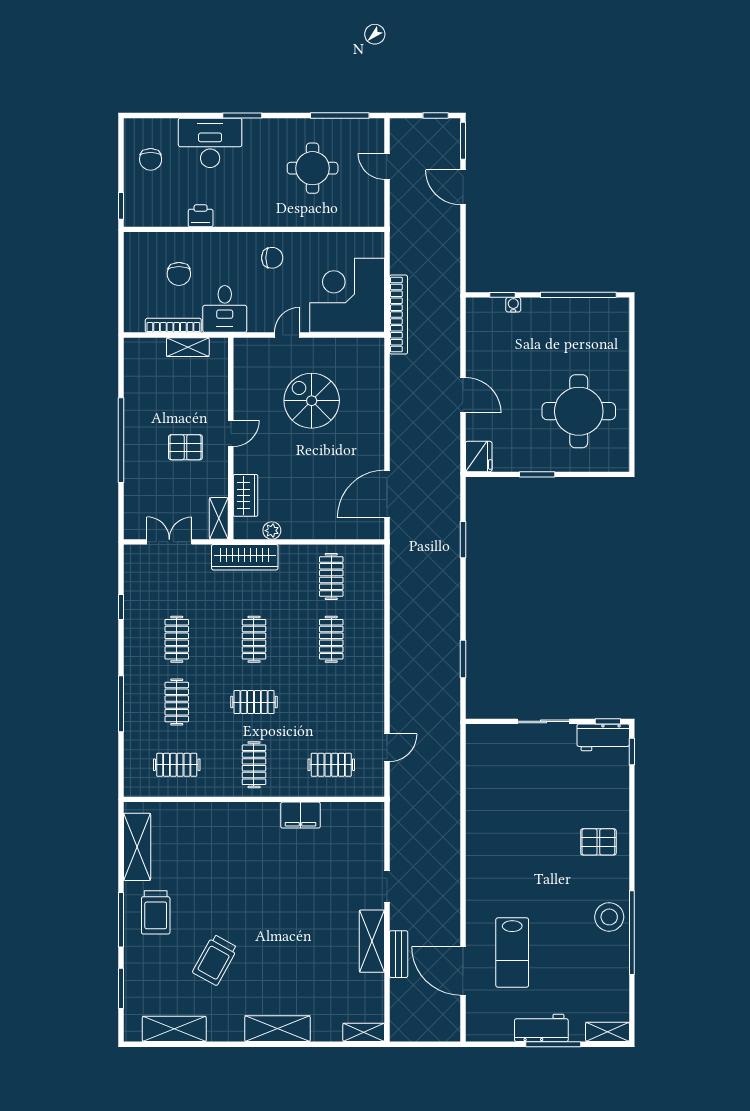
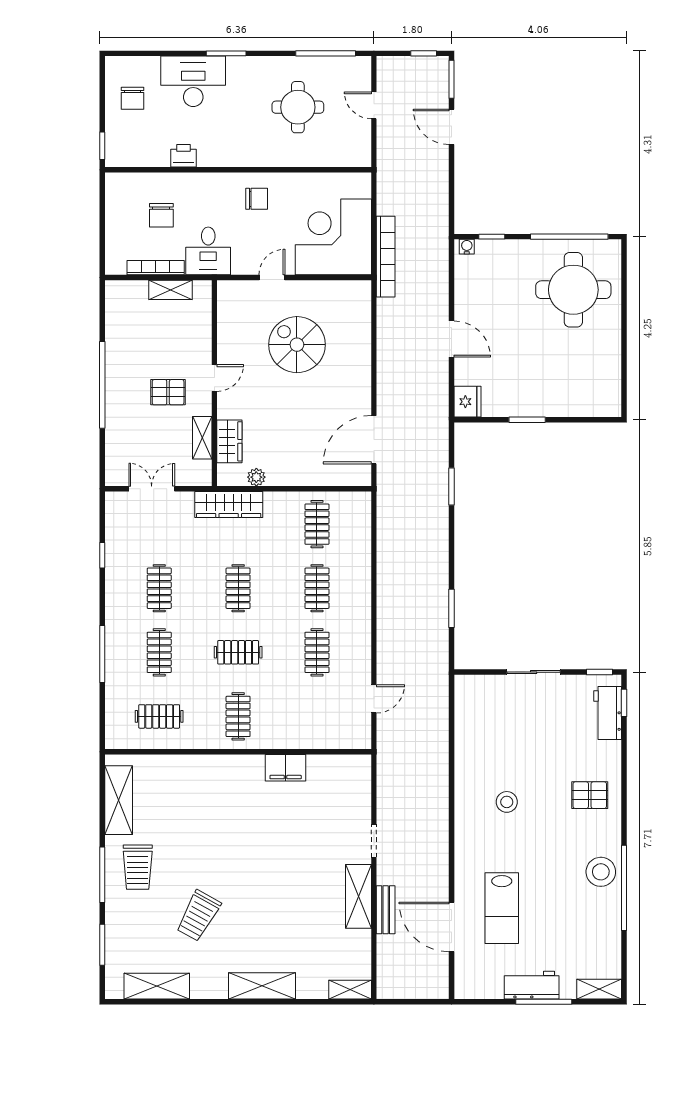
water cooler: (513, 305) -> (467, 247), moved
round table: (579, 411) -> (573, 290), moved
shelving: (219, 518) -> (202, 438), moved
workbench: (603, 737) -> (608, 713), moved, turned 90
clothes rail: (331, 765) -> (317, 652), moved, turned 90
stool: (517, 849) -> (507, 802), added

